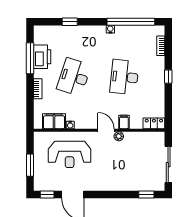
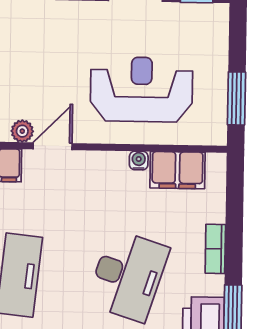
door: (106, 130) -> (53, 146), swing flipped
window: (30, 165) -> (236, 98), moved

